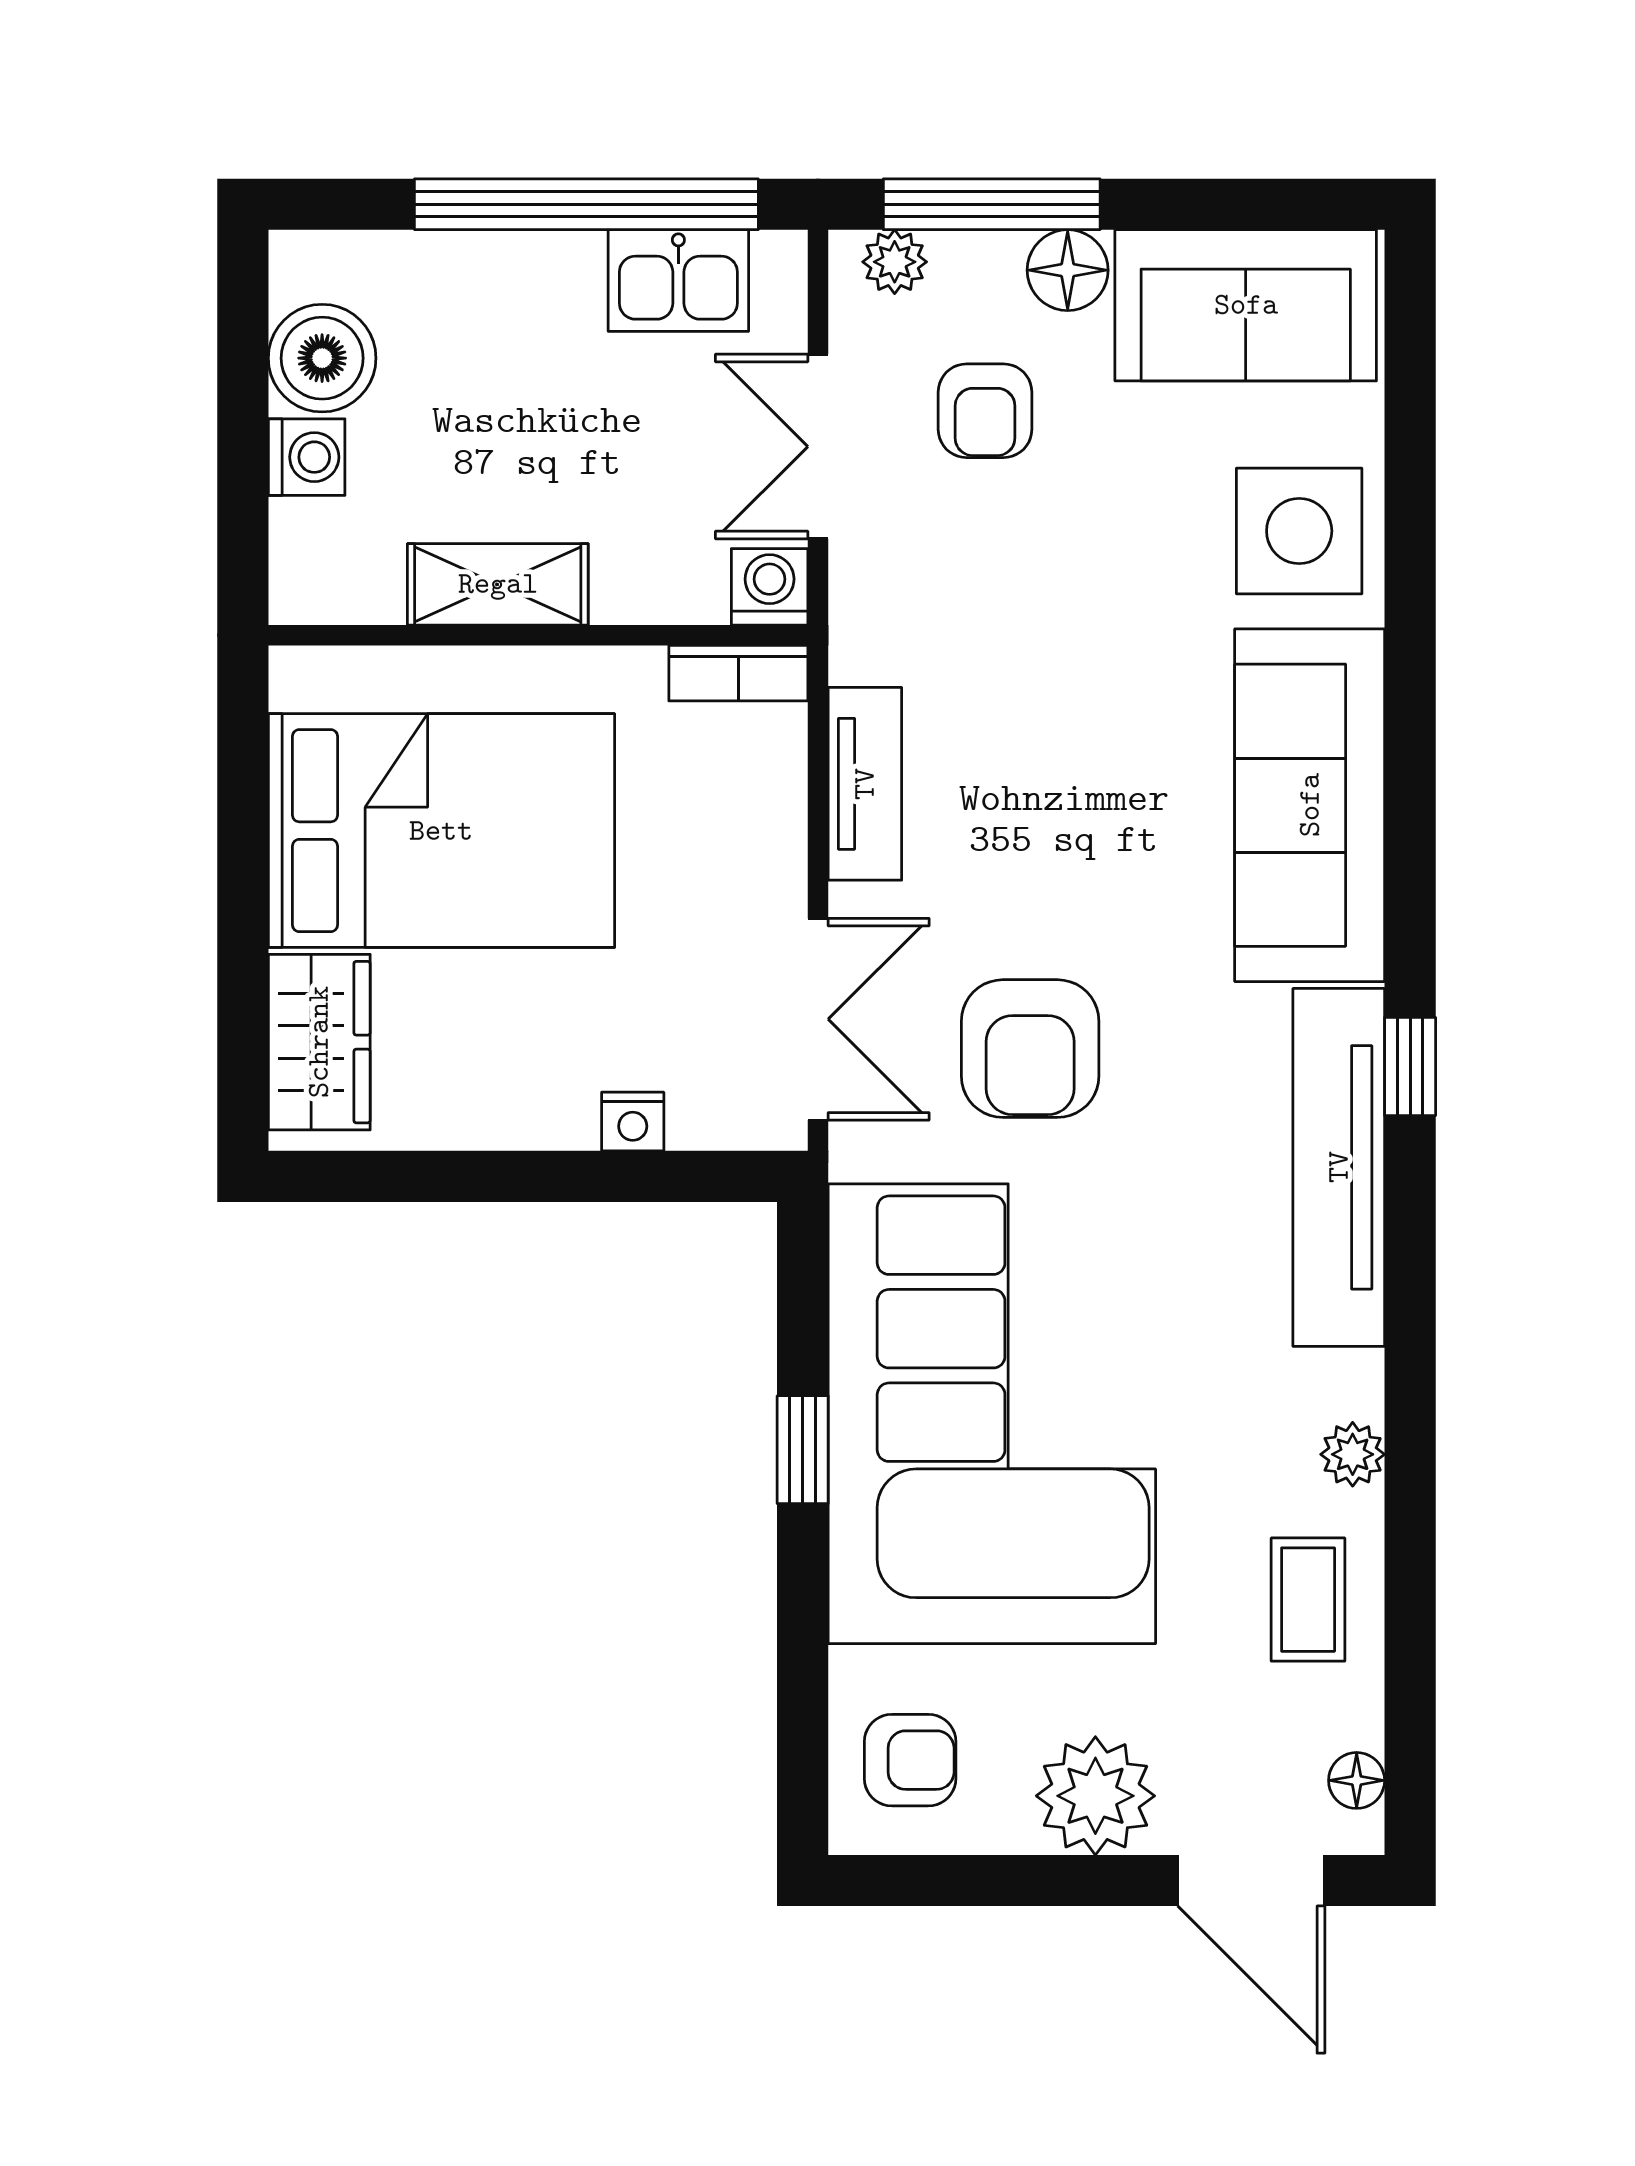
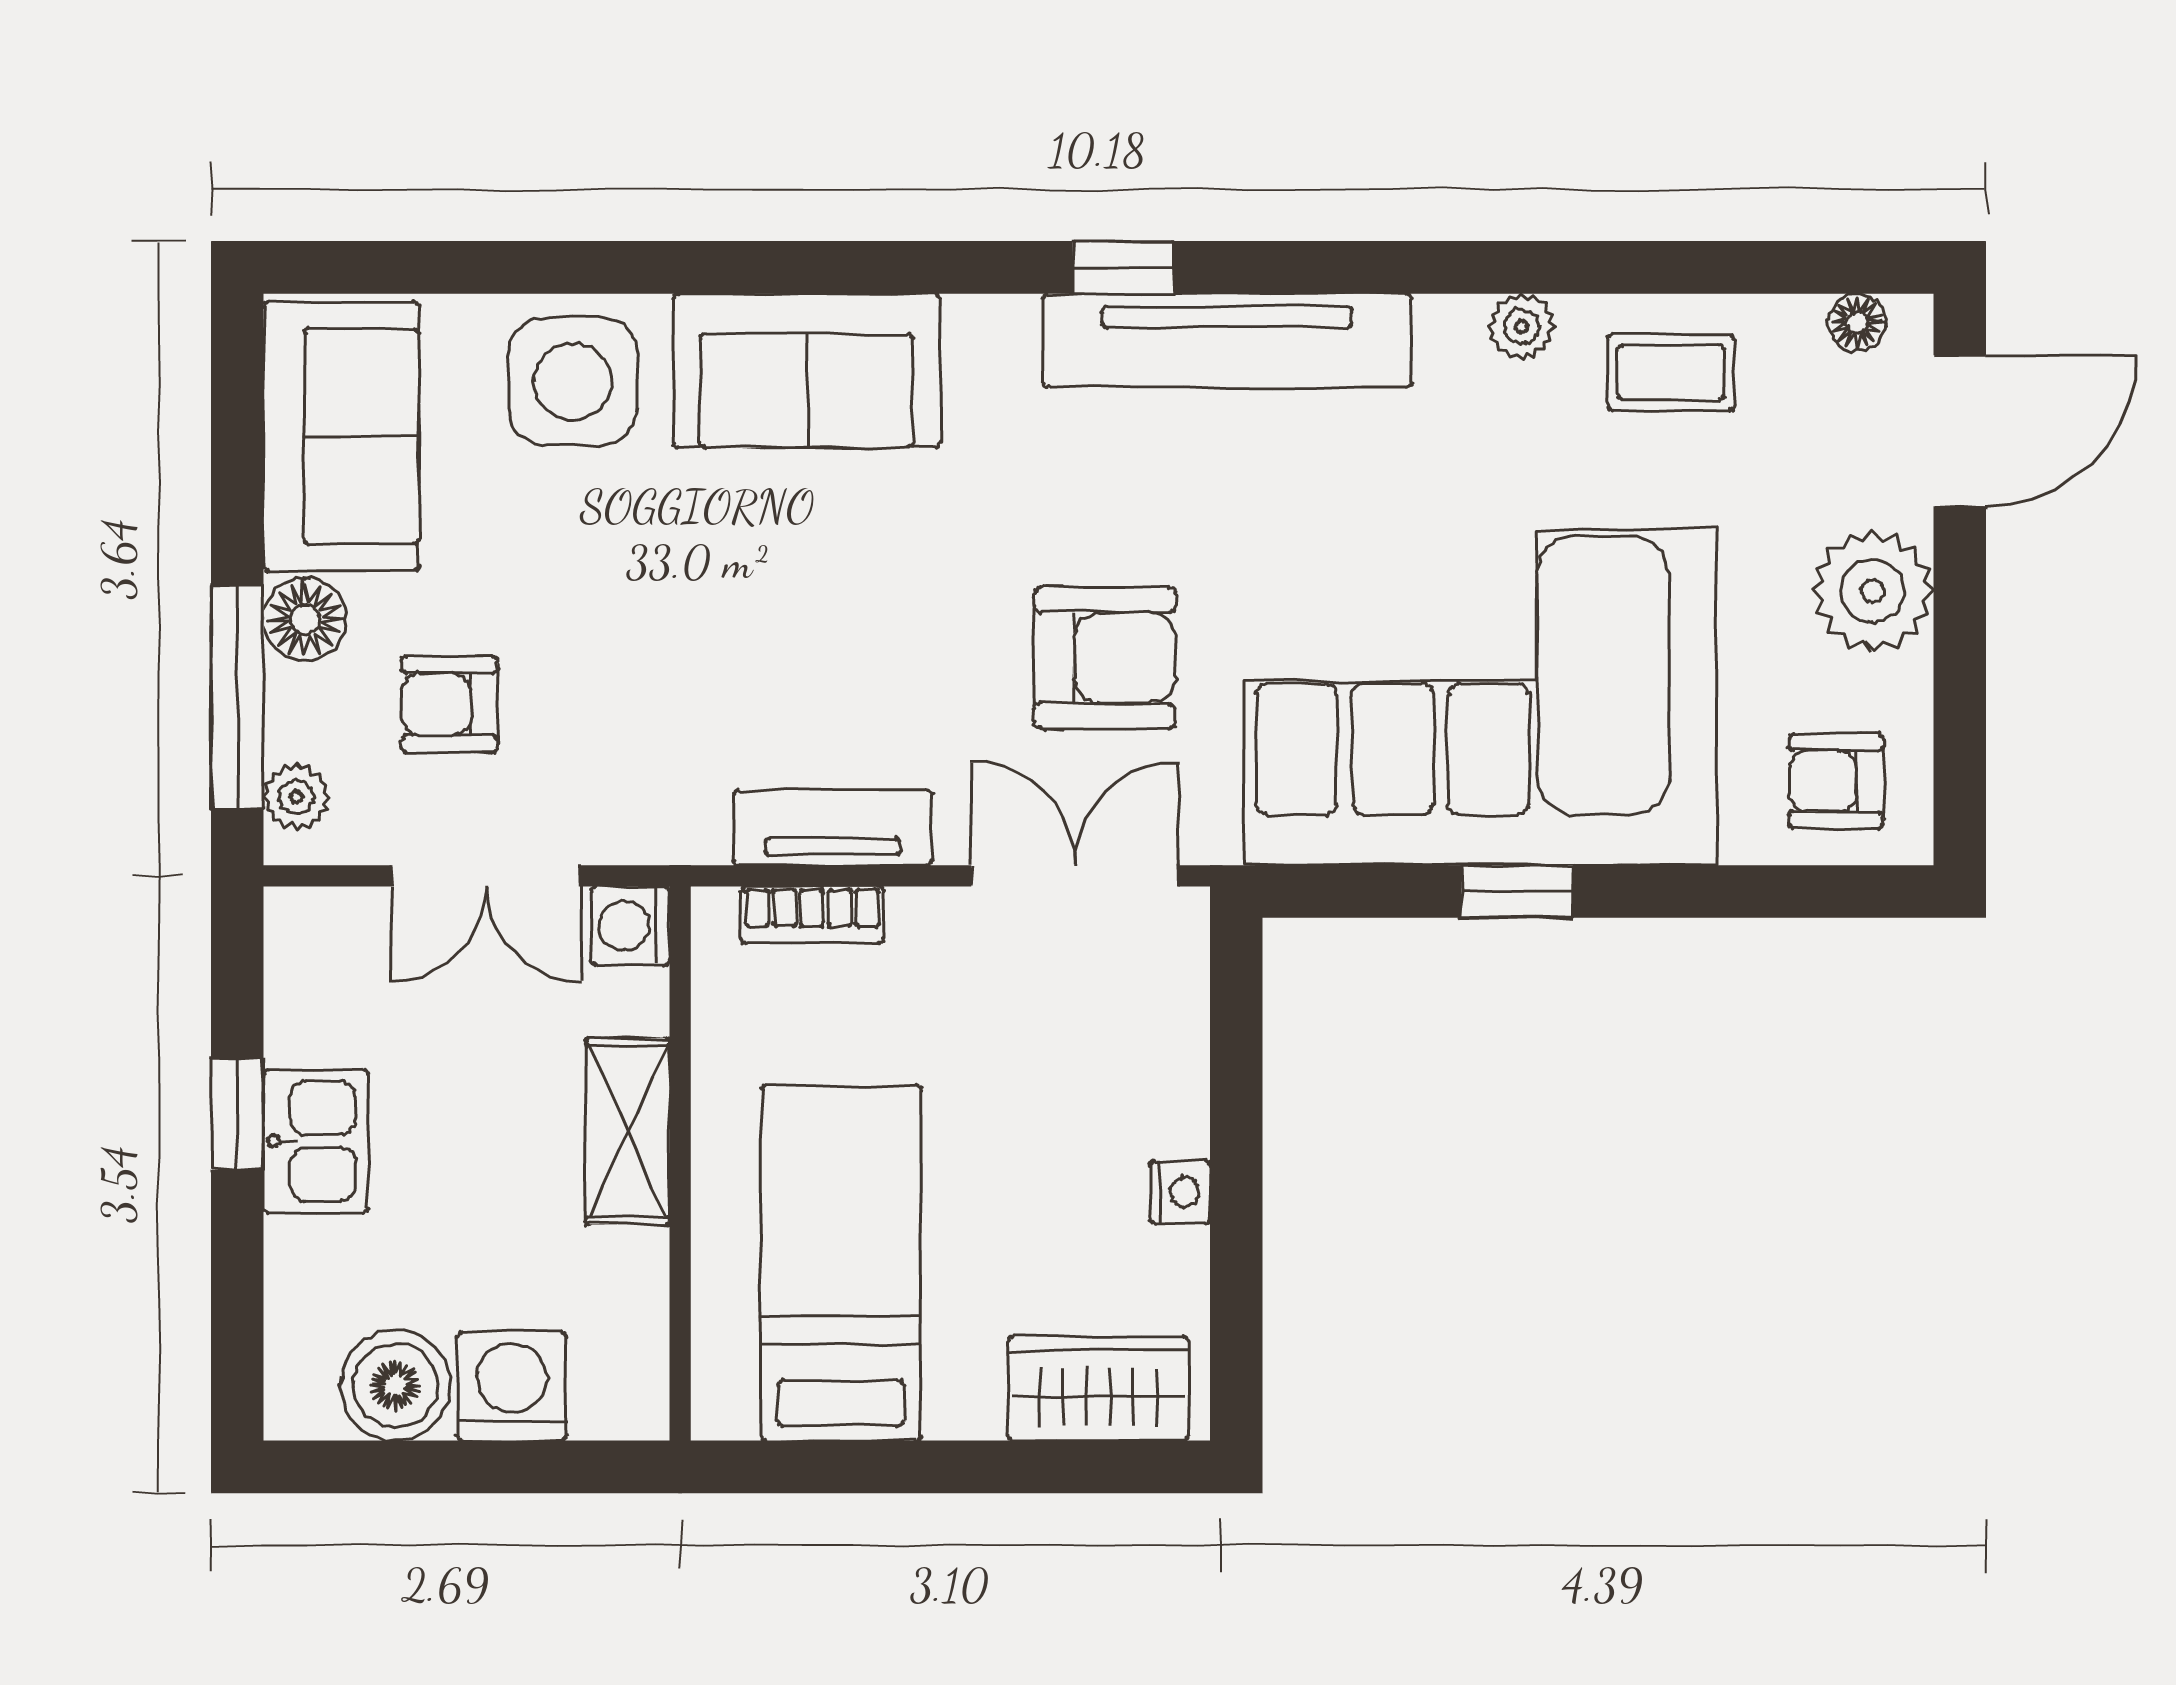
window: (586, 204) -> (237, 1114), width x0.32
kitchen sink: (678, 281) -> (316, 1141), moved
armchair: (985, 411) -> (449, 704), turned 180
washing machine: (307, 457) -> (512, 1386), width x1.38, depth x1.38
shelving: (498, 584) -> (628, 1131), moved
bookcase: (738, 673) -> (812, 915), moved, turned 90
sofa: (1310, 805) -> (807, 371), width x0.73
bed: (441, 831) -> (841, 1263), width x0.67
nightstand: (633, 1122) -> (1180, 1192), moved
armchair: (910, 1760) -> (1836, 781), turned -90

